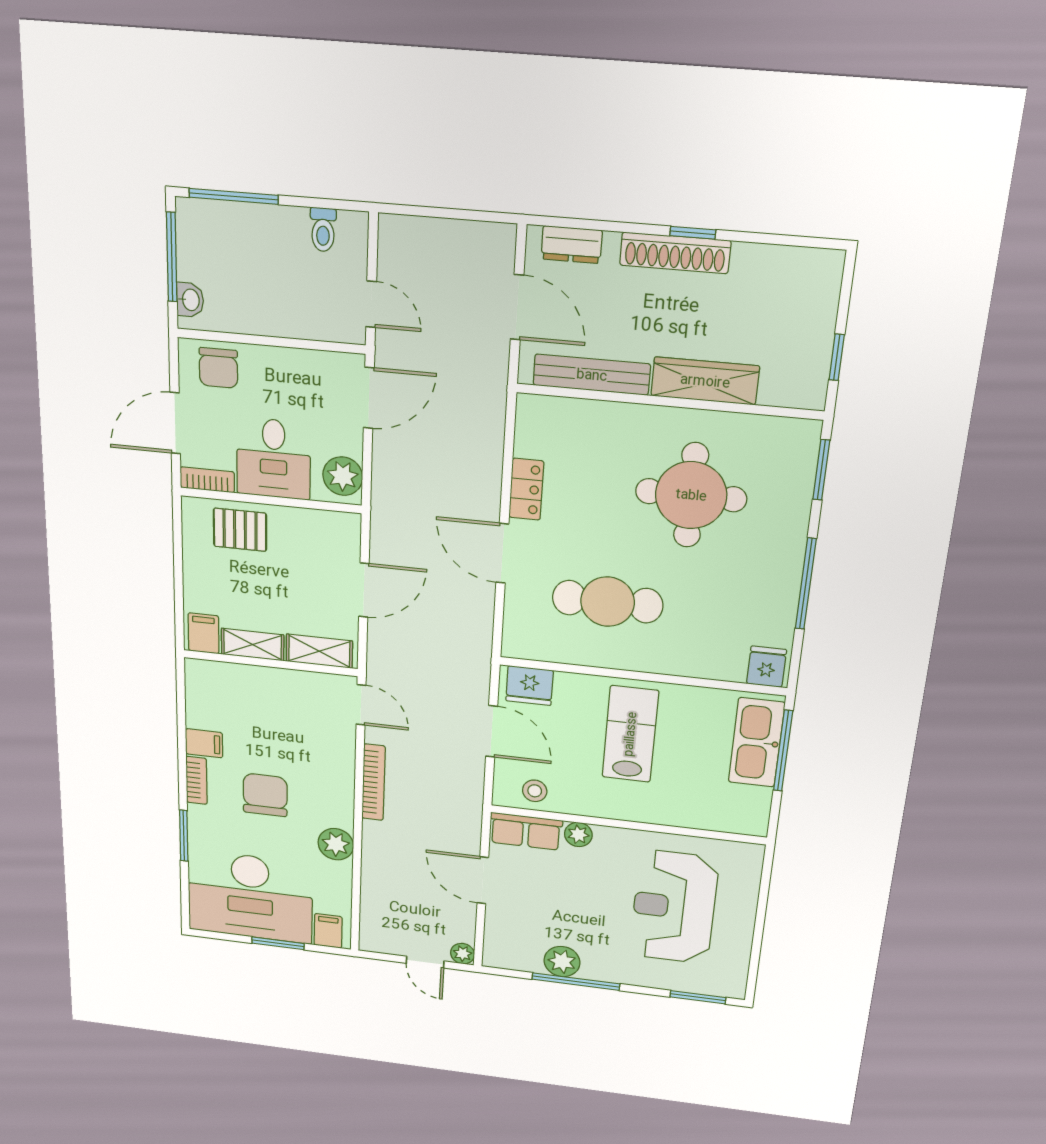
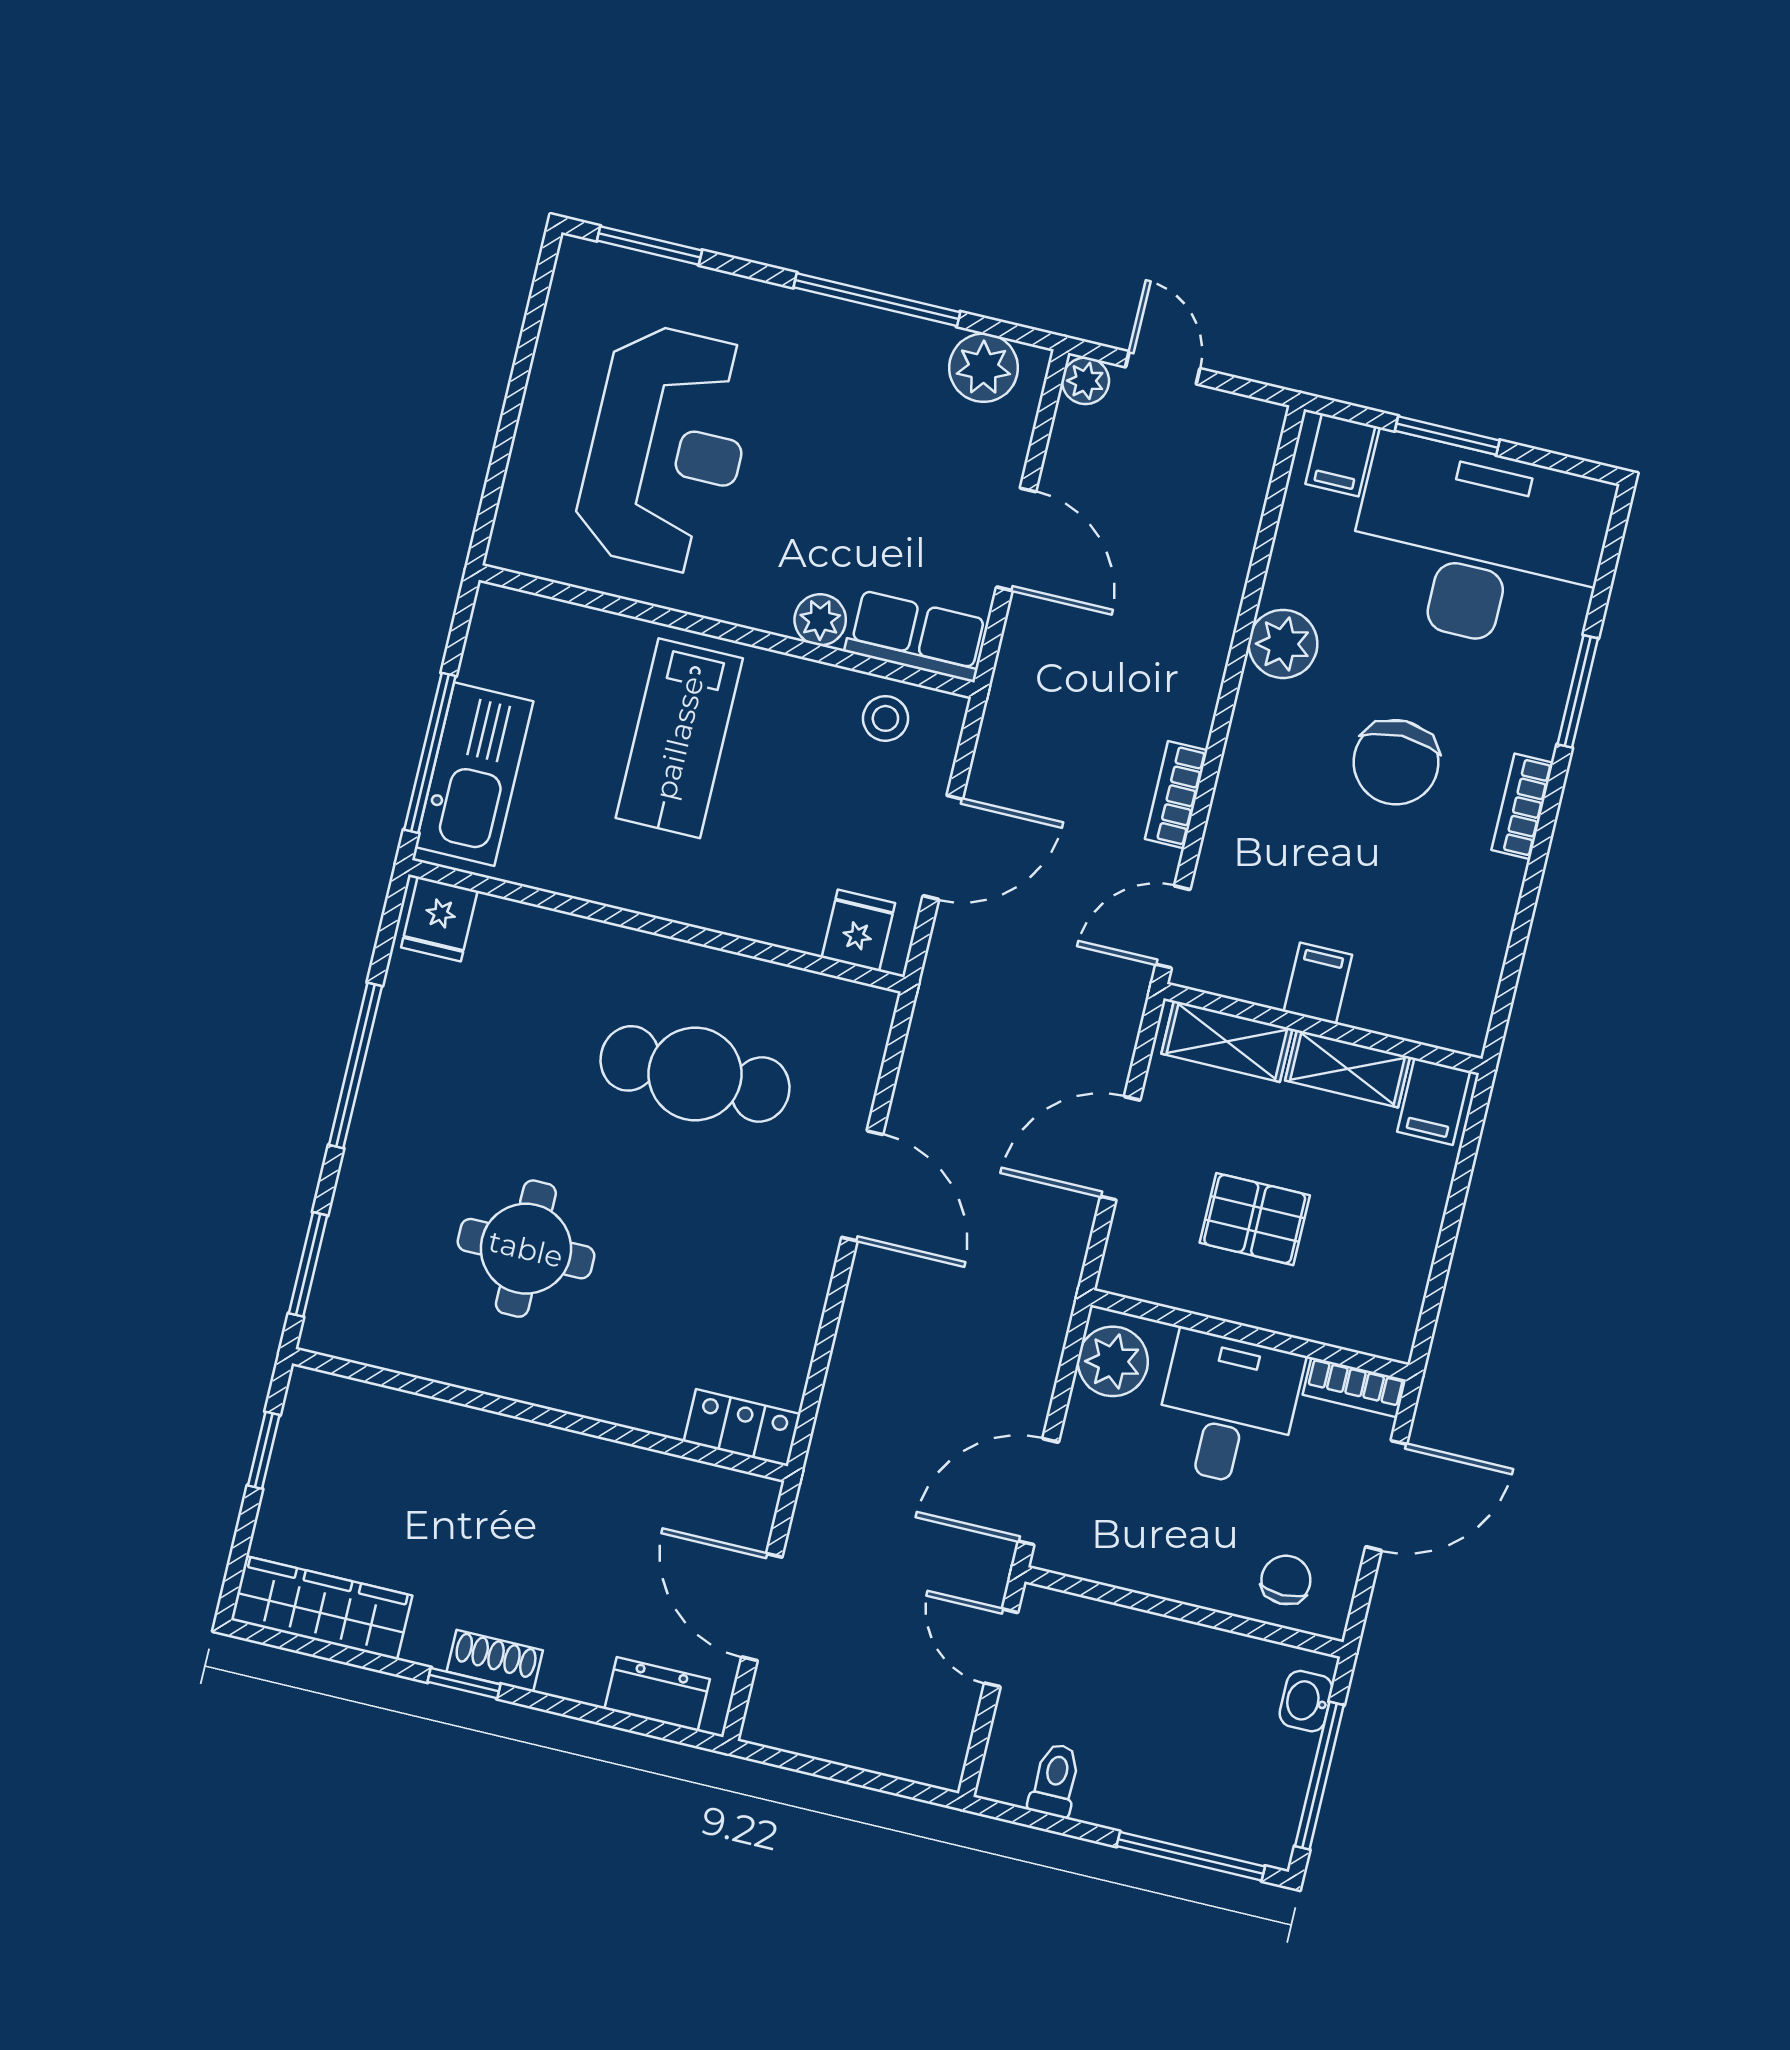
shoe rack: (675, 253) -> (495, 1661), width x0.51, depth x0.81
chair: (218, 368) -> (1286, 1580), width x0.73, depth x0.73
bench: (592, 375) -> (659, 1478), removed
wardrobe: (705, 381) -> (322, 1608), moved, turned 180
locker: (526, 489) -> (742, 1428), moved, turned 90
round table: (691, 495) -> (526, 1249), width x0.73, depth x0.73
pallet: (240, 530) -> (1255, 1219), moved
fridge: (530, 686) -> (858, 930), width x0.72
door: (361, 705) -> (1173, 927), hinge flipped
door: (492, 731) -> (943, 847), swing flipped
lab bench: (630, 734) -> (679, 738), moved
filing cabinet: (204, 743) -> (1318, 983), moved, turned 90
bookcase: (374, 782) -> (1176, 795), width x0.64
plant: (562, 962) -> (984, 368), moved

